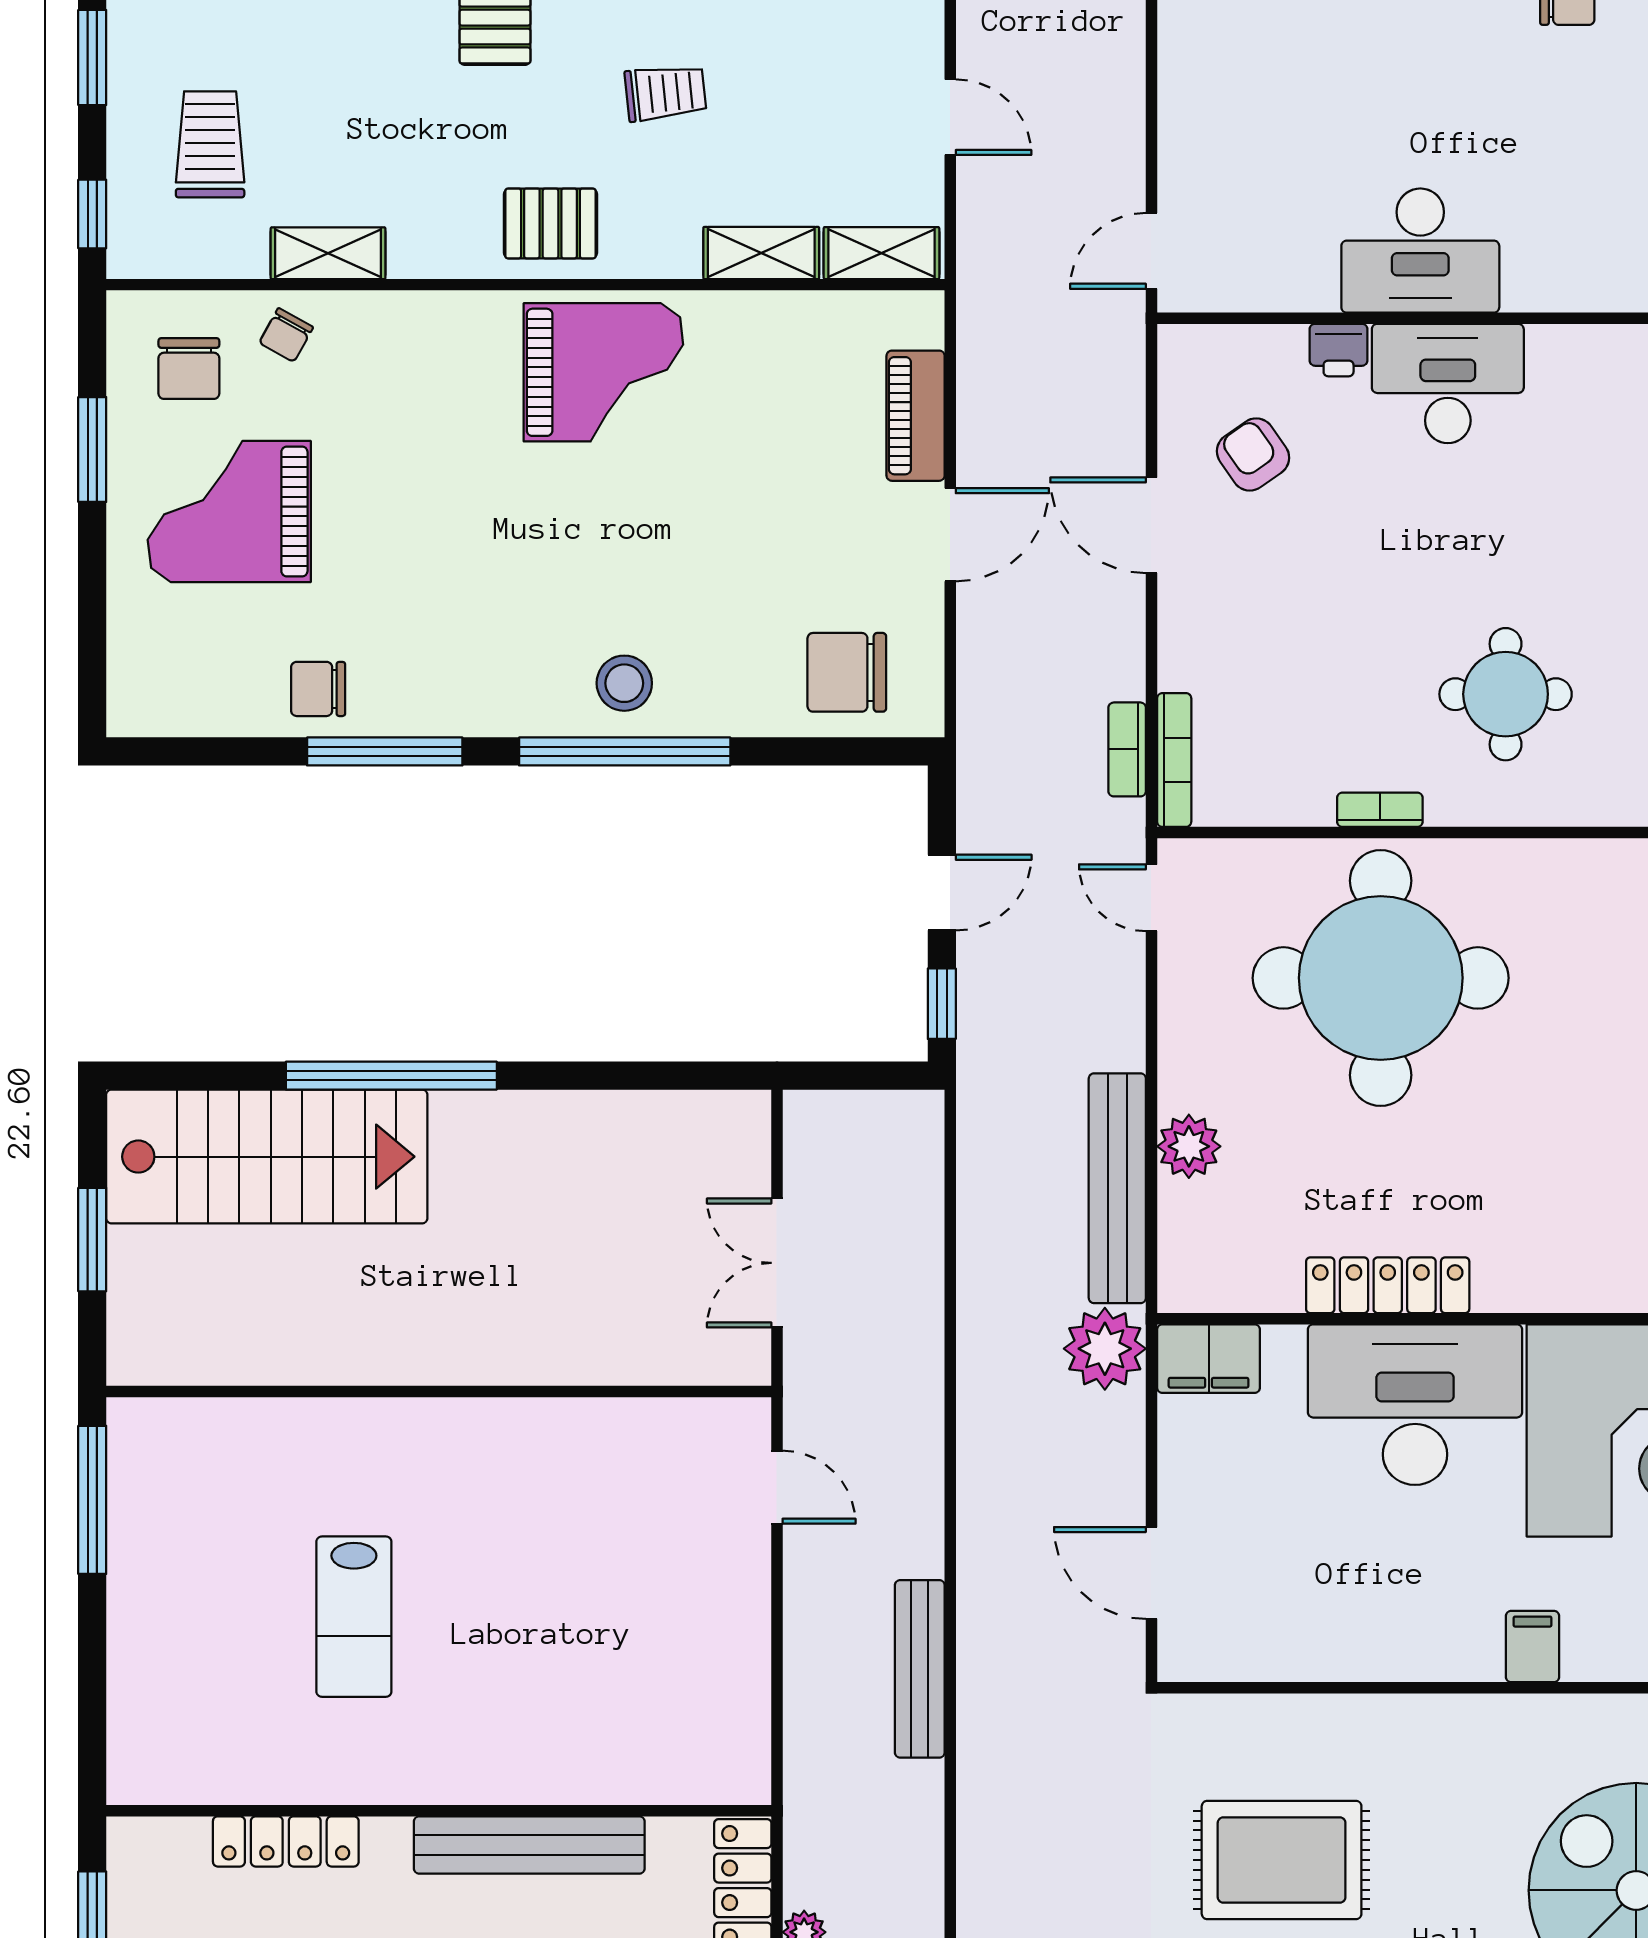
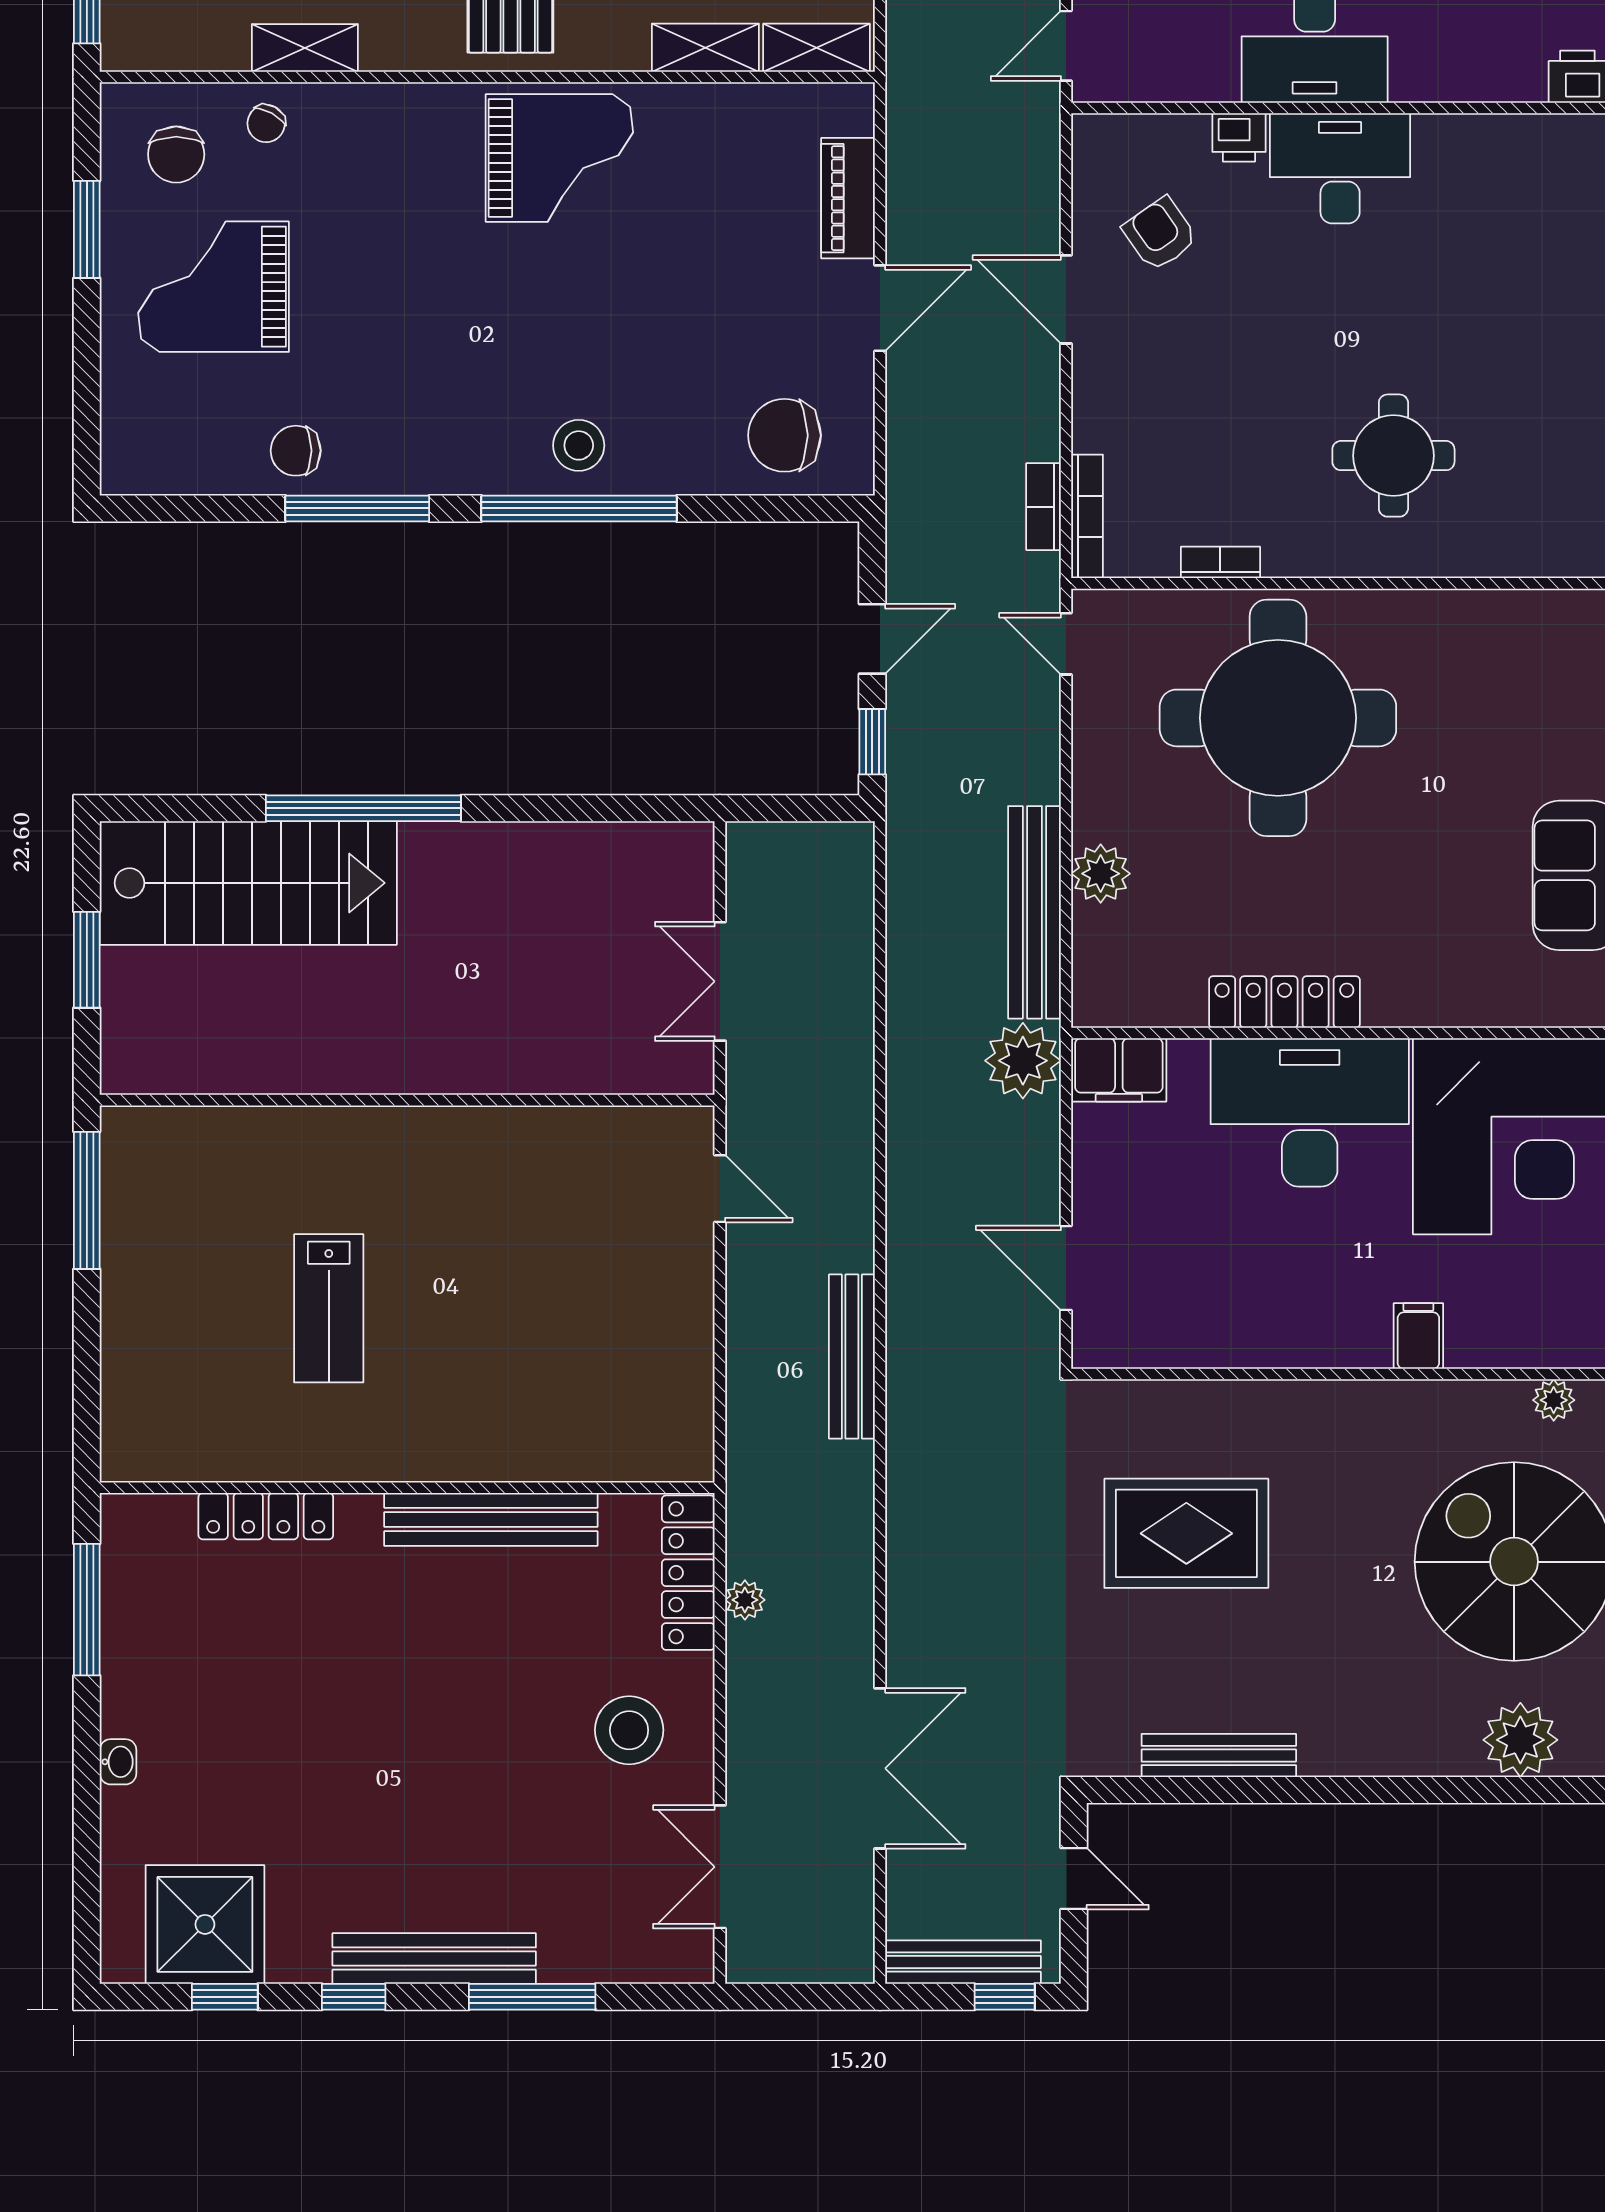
bookcase: (1380, 810) -> (1220, 562), moved

